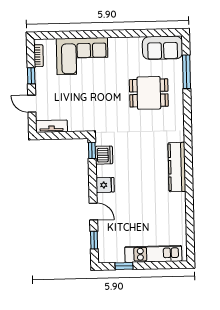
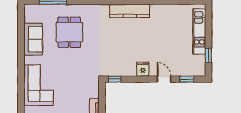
sofa: (163, 48) -> (33, 39), moved
dishwasher: (104, 155) -> (119, 70), removed
door: (93, 212) -> (164, 79), hinge flipped

